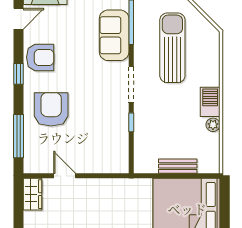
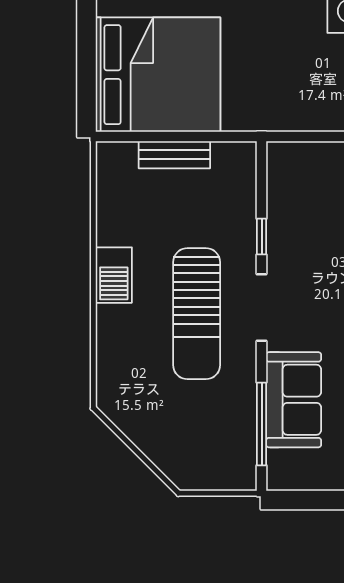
sun lounger: (172, 48) -> (197, 314), moved
plant: (213, 125) -> (108, 232), removed

